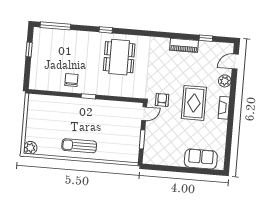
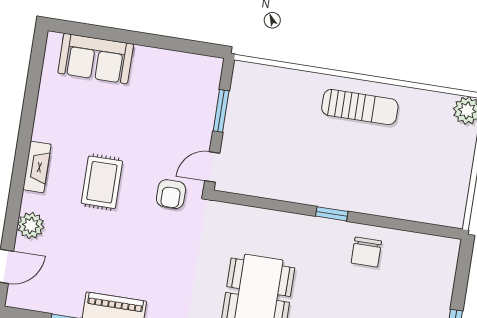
rug: (194, 103) -> (102, 182), width x0.73, depth x0.70

